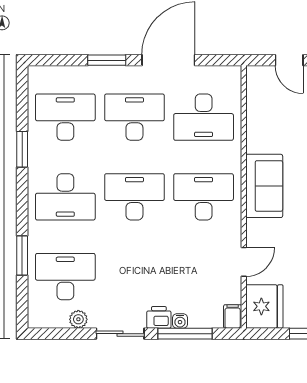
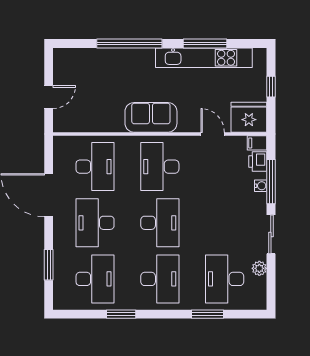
window: (107, 60) -> (49, 265), moved
desk: (65, 117) -> (95, 279), turned 180
desk: (134, 197) -> (160, 223), turned 180
printer: (159, 317) -> (258, 161), moved

